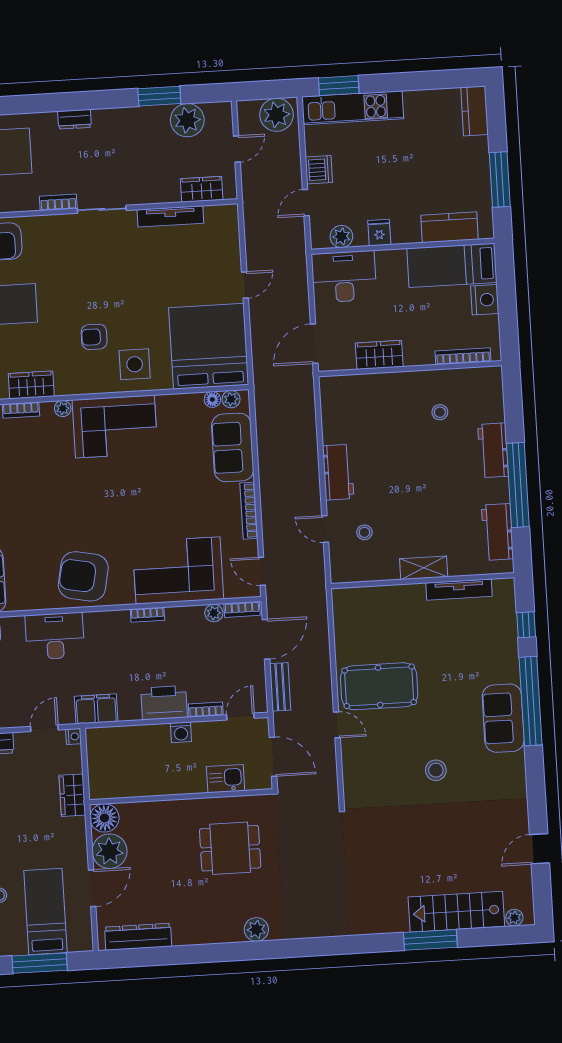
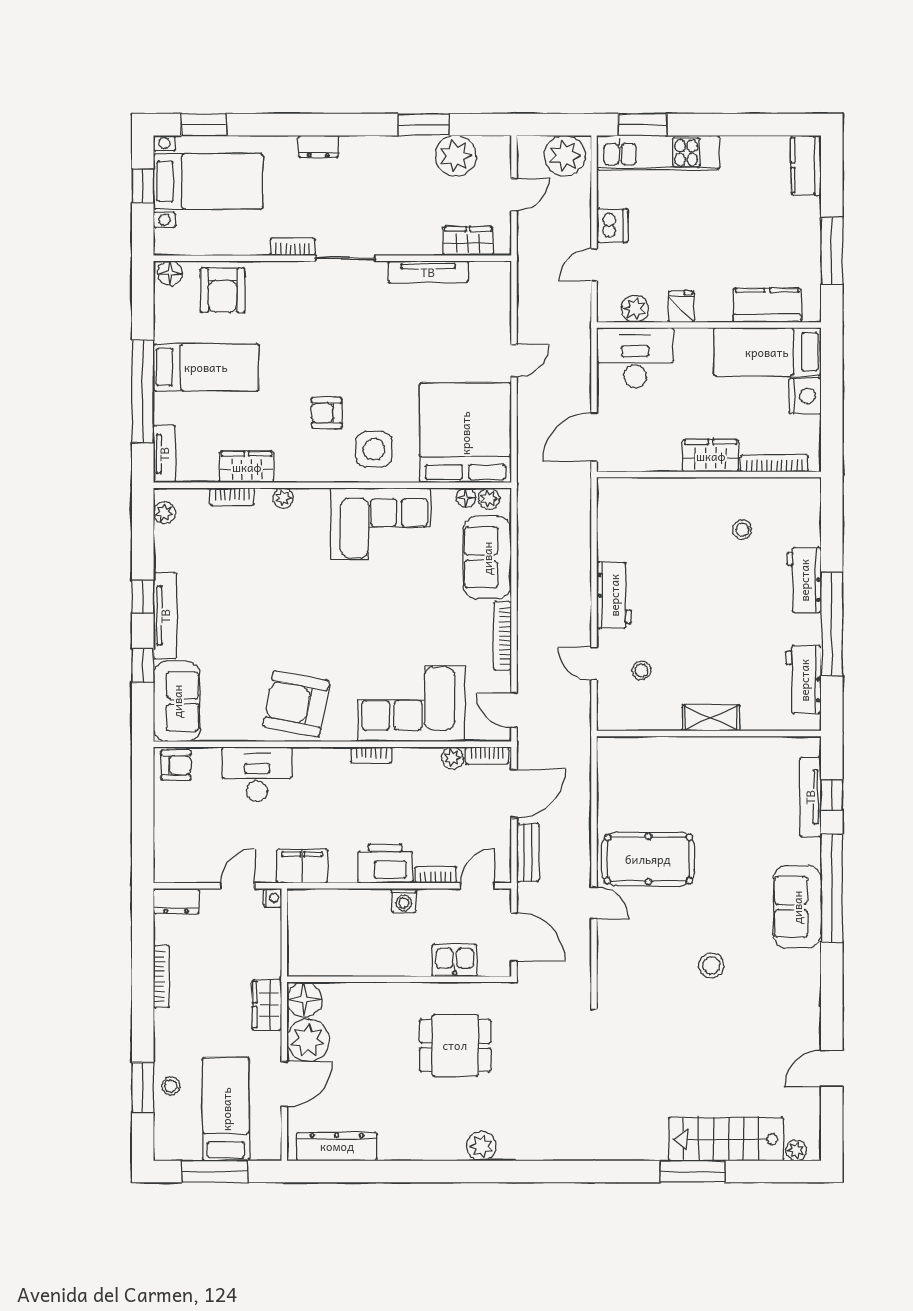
wardrobe: (379, 355) -> (711, 456), moved
corner sofa: (115, 427) -> (381, 524), moved
tv unit: (459, 590) -> (810, 797), moved, turned 90
wardrobe: (72, 795) -> (267, 1005), moved

